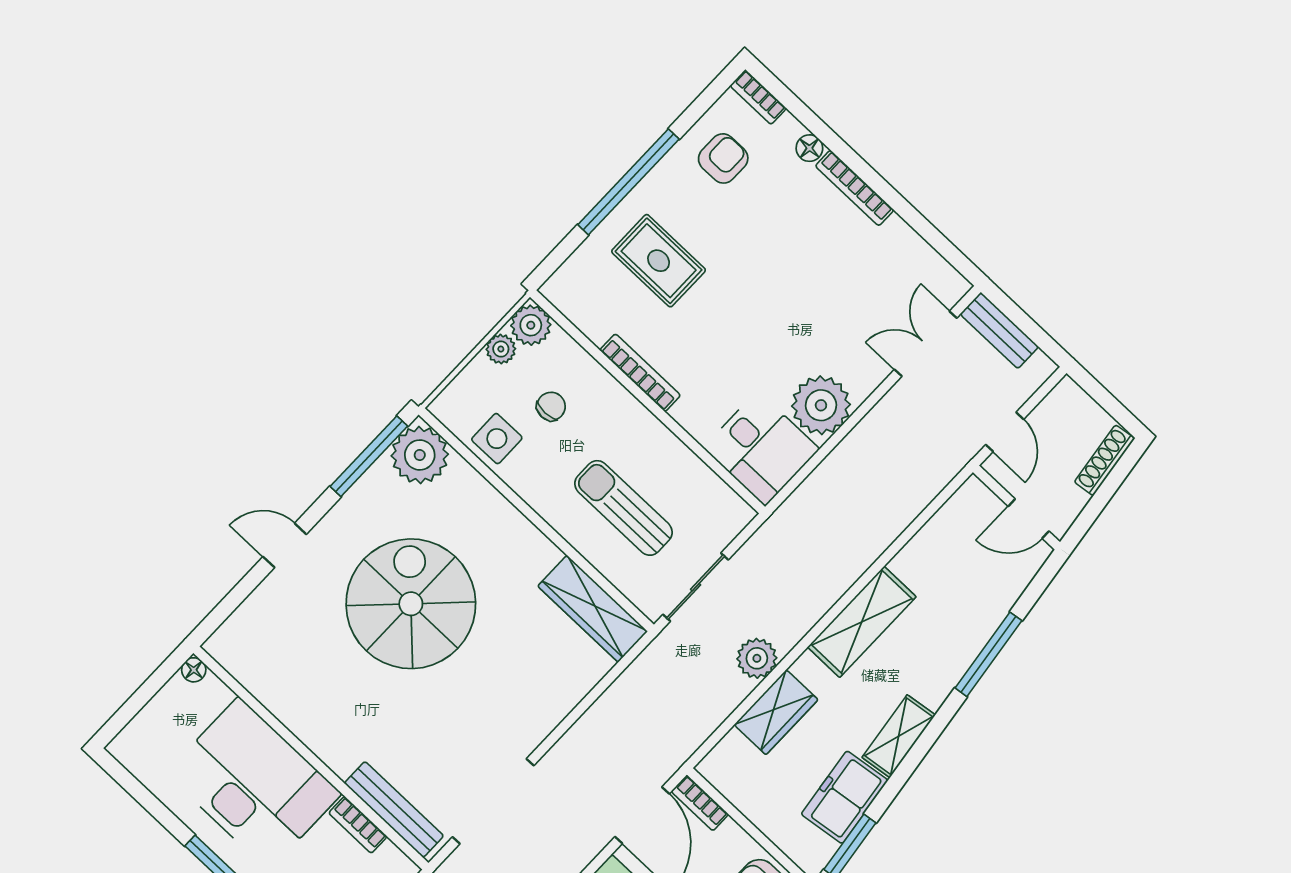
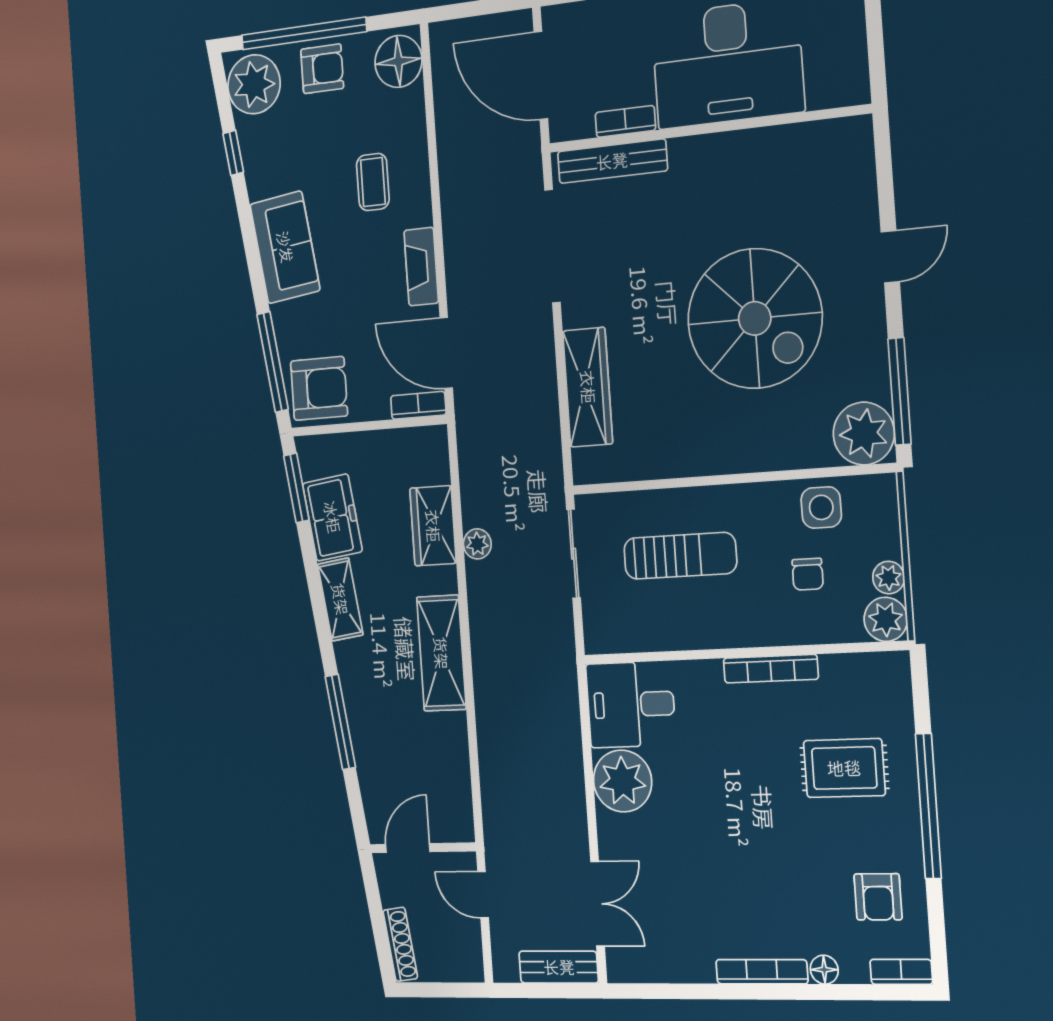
wardrobe: (593, 609) -> (588, 387), moved, turned 90
plant: (757, 658) -> (477, 544), width x0.73, depth x0.73
floor lamp: (194, 670) -> (858, 92), removed

